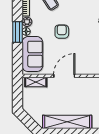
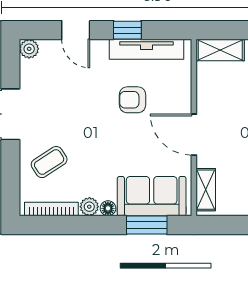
window: (18, 32) -> (147, 225), moved
armchair: (62, 32) -> (132, 100), moved

